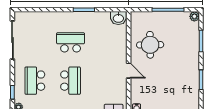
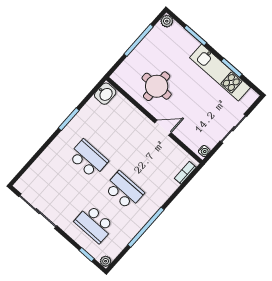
school desk: (71, 42) -> (88, 159), turned 90
kitchen unit: (192, 75) -> (220, 72), added

